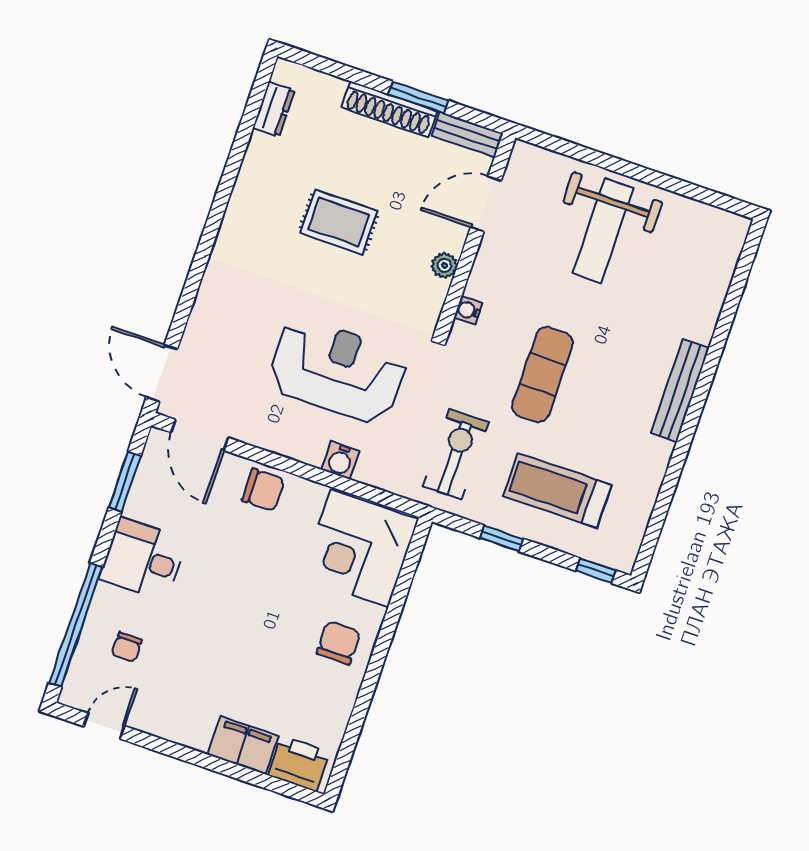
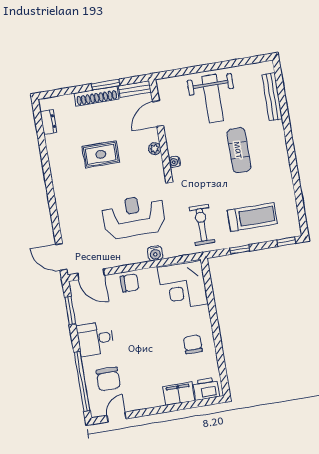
exercise mat: (543, 375) -> (239, 150), moved
bench: (680, 390) -> (272, 97), moved
treadmill: (557, 491) -> (252, 217), turned 180
chair: (338, 643) -> (193, 344), moved
chair: (127, 647) -> (108, 379), width x1.87, depth x1.87

